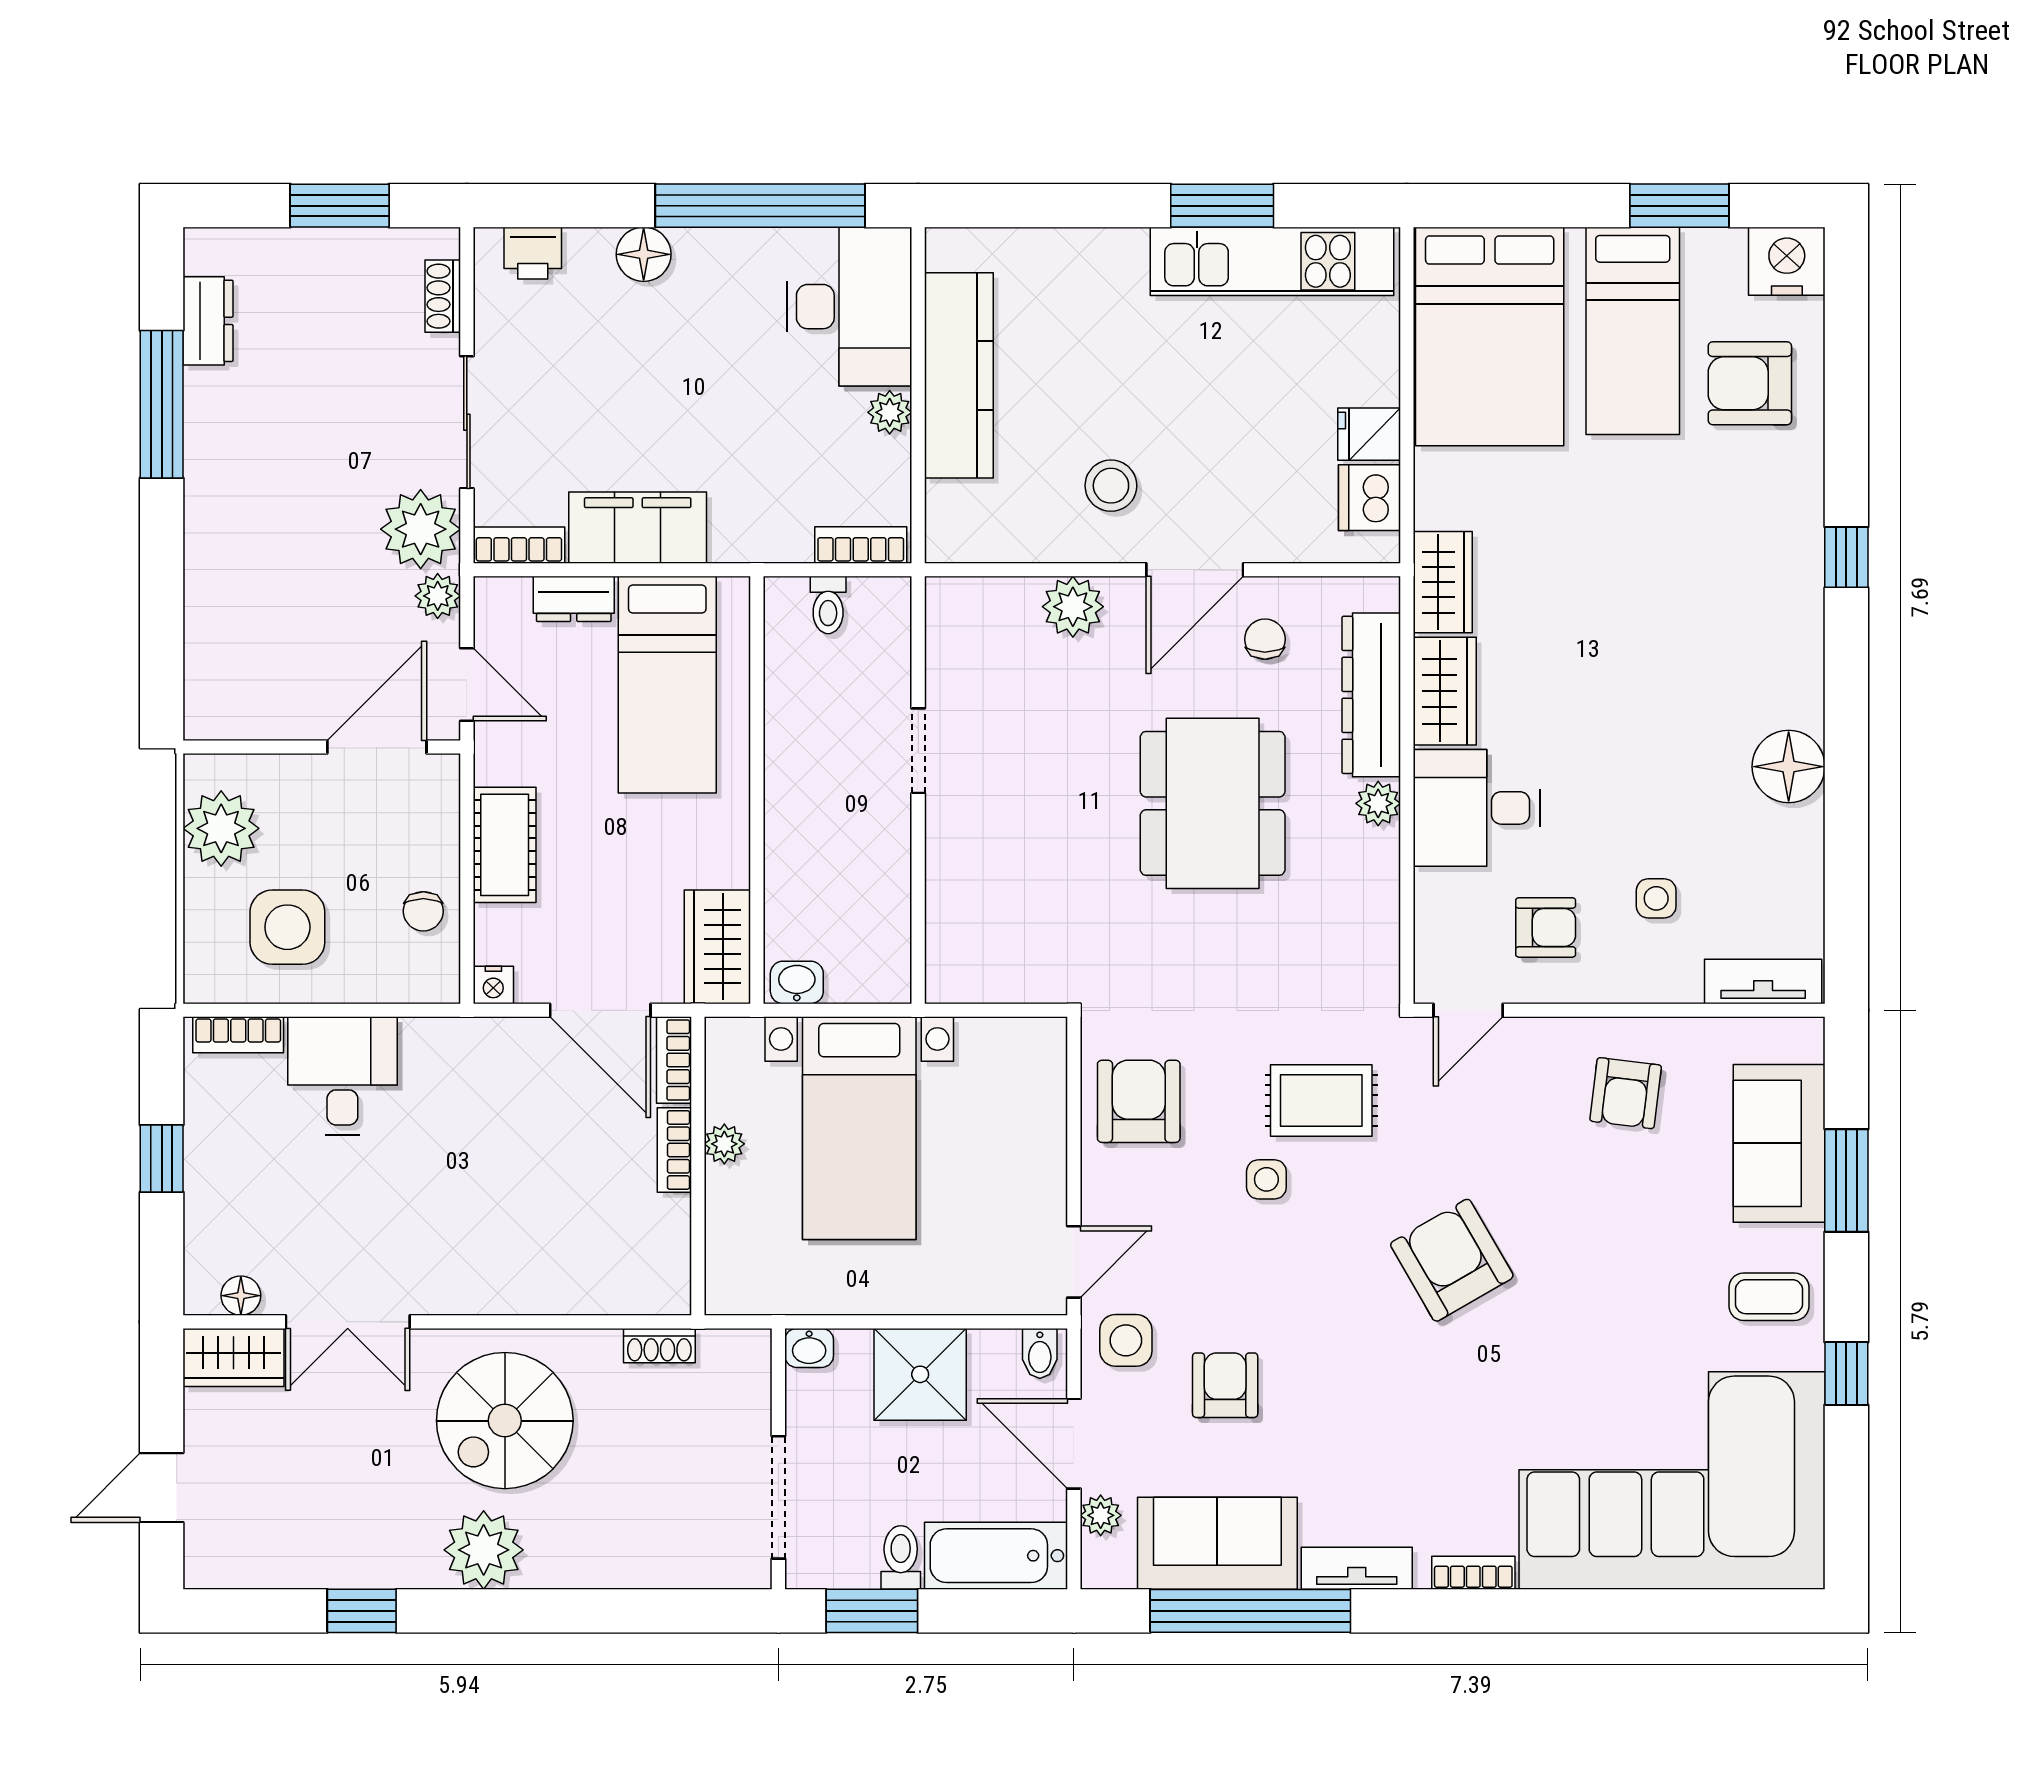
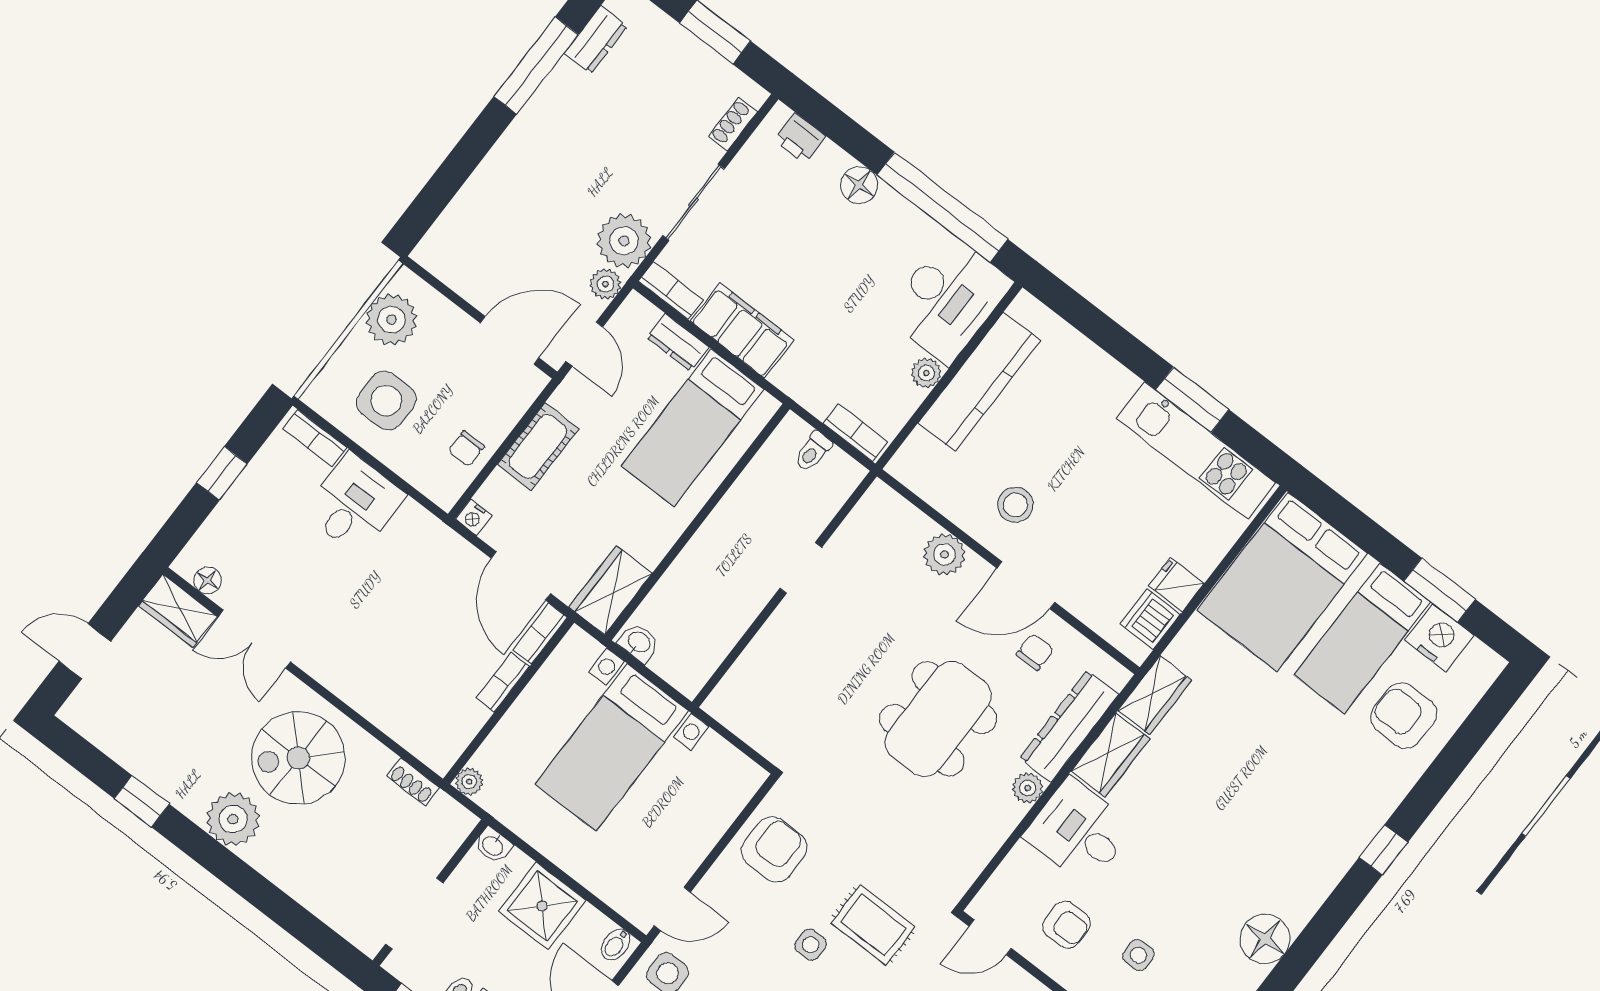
nightstand: (1787, 261) -> (1439, 638), moved
plant: (724, 1144) -> (469, 782), moved

